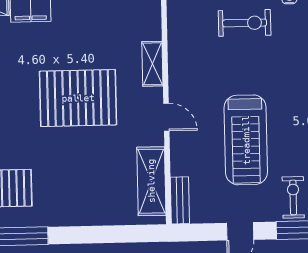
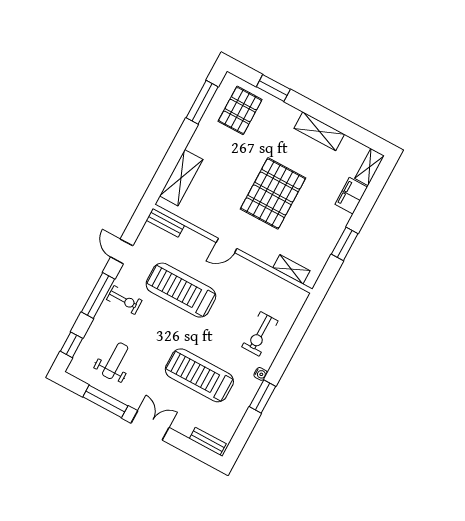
shelving: (152, 64) -> (291, 269), moved
shelving: (151, 181) -> (181, 178), moved, turned 90

